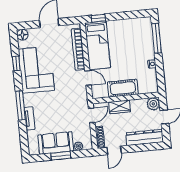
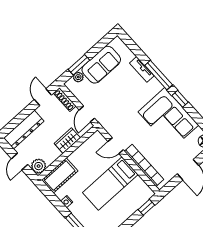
bed: (98, 45) -> (110, 184), moved, turned -90
window: (16, 63) -> (180, 99), moved
cot: (123, 88) -> (60, 175), moved
window: (61, 156) -> (79, 65), moved

